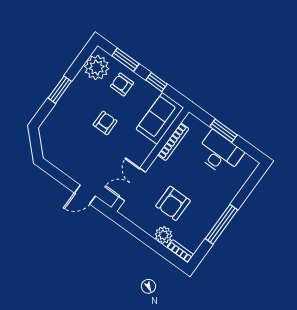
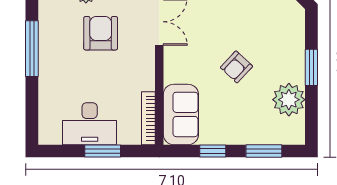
plant: (97, 67) -> (289, 100), moved
armchair: (122, 84) -> (248, 122), removed
armchair: (105, 123) -> (236, 67), turned 43
bookcase: (173, 142) -> (148, 118), moved

